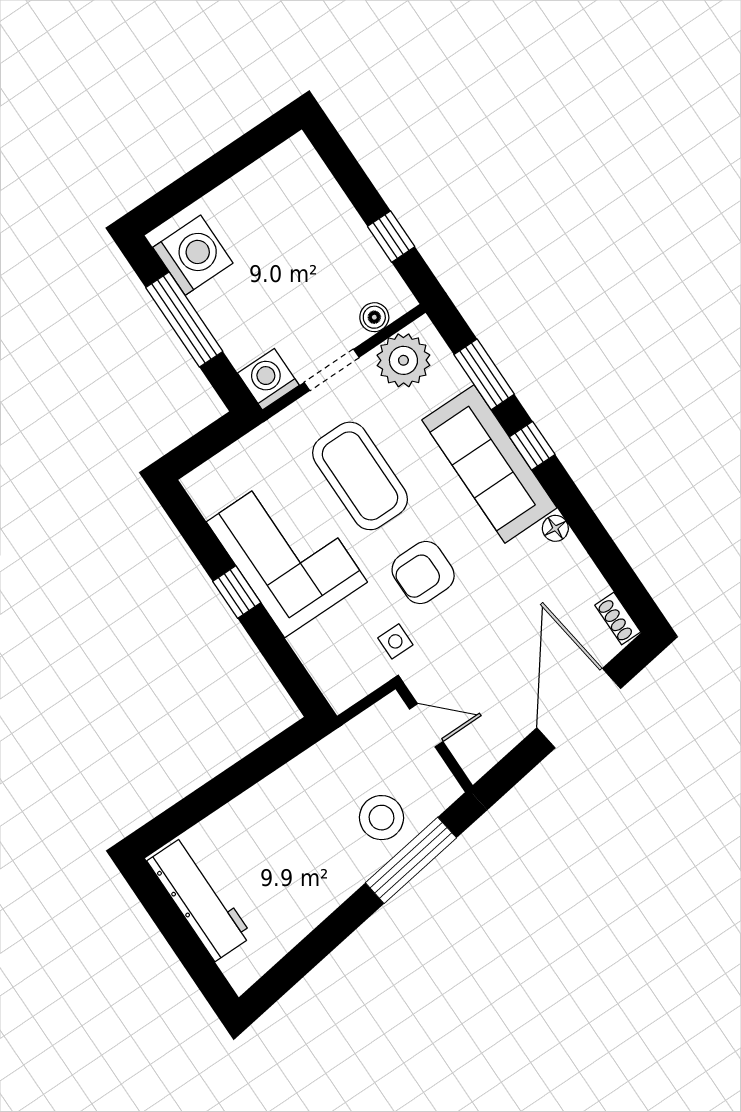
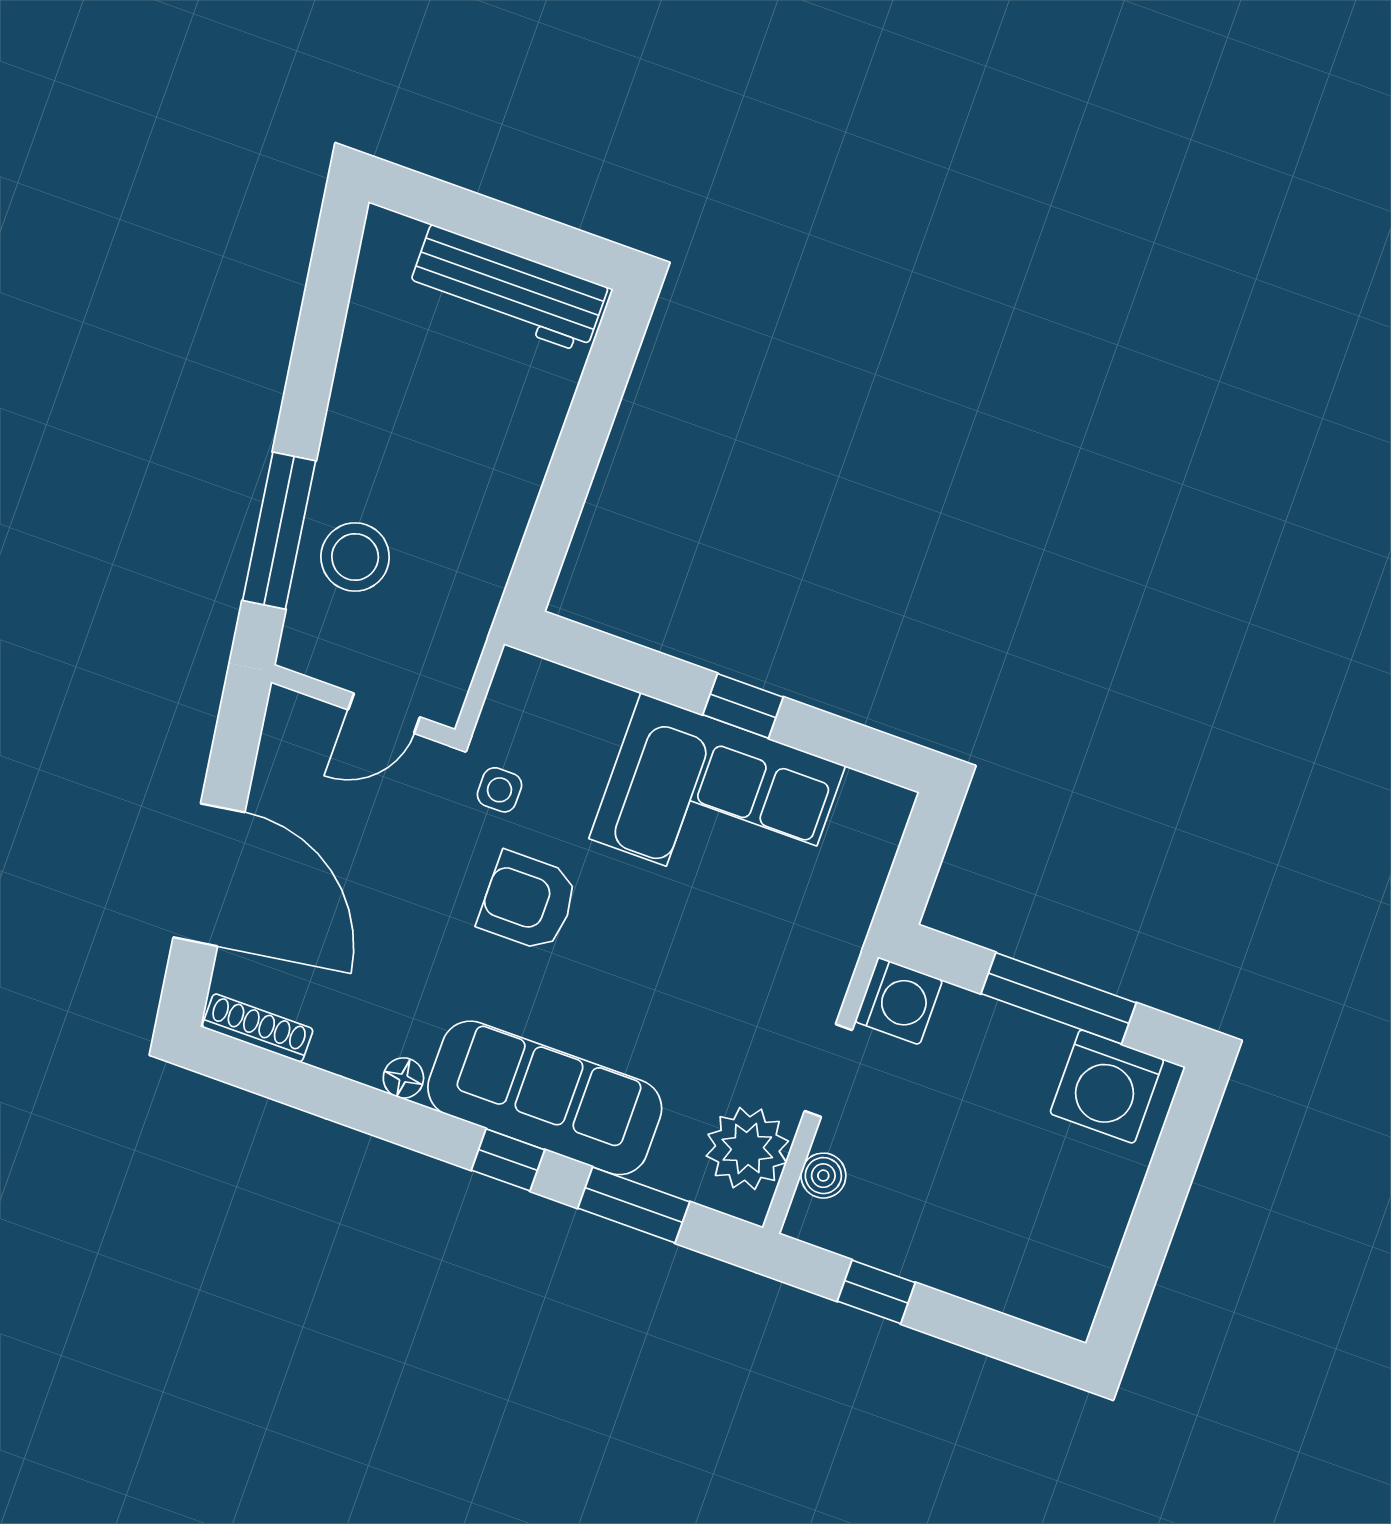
coffee table: (360, 476) -> (695, 964), removed
armchair: (423, 573) -> (528, 901), turned -90
shoe rack: (618, 619) -> (258, 1028), width x1.43

